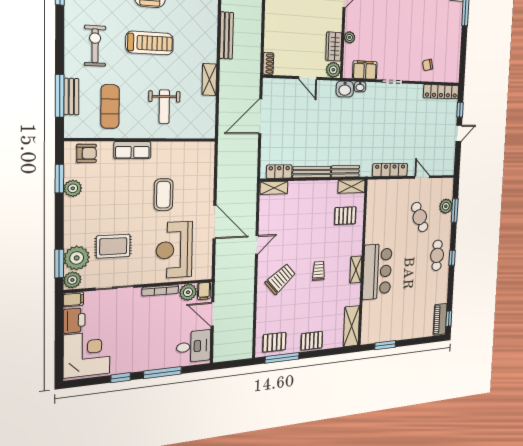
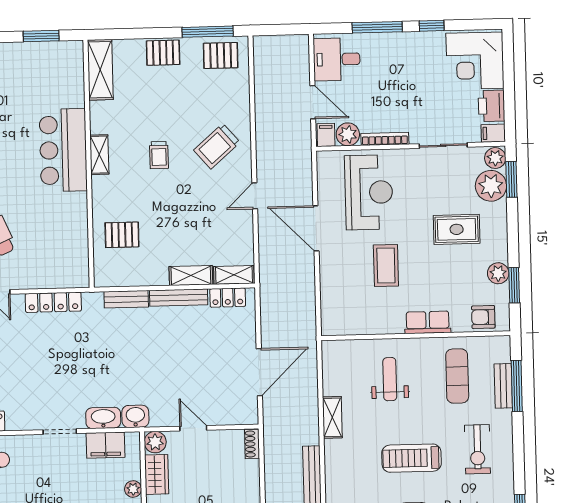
washbasin: (360, 87) -> (103, 418), width x1.91, depth x1.45
shelving: (351, 186) -> (191, 275), moved
rug: (113, 246) -> (457, 229), moved

